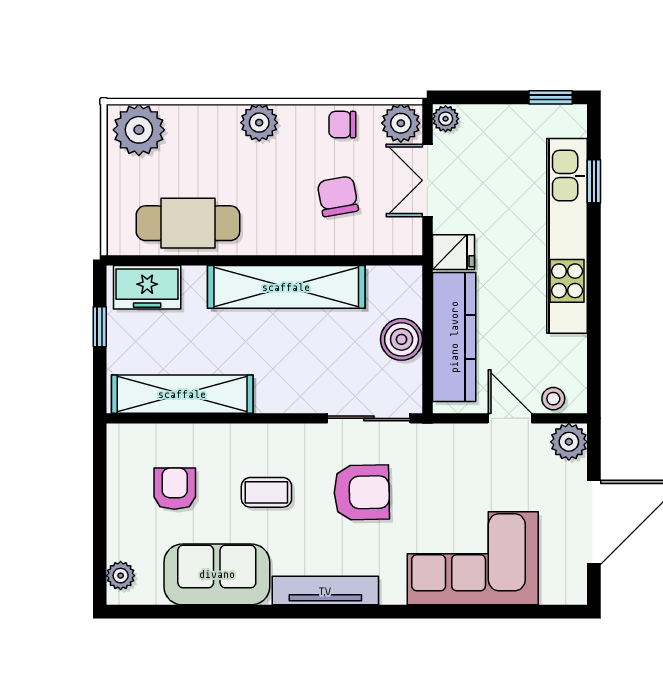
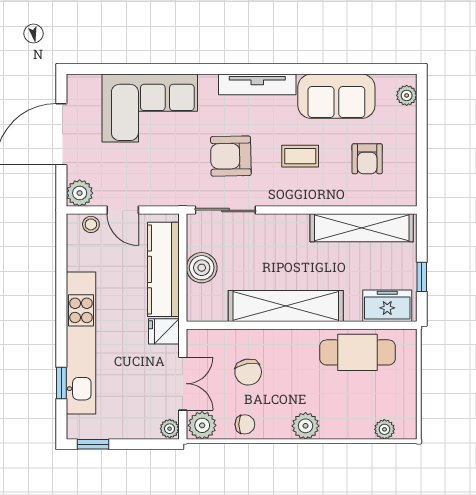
plant: (139, 130) -> (384, 429), width x0.53, depth x0.53

